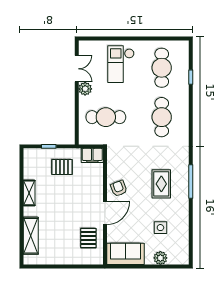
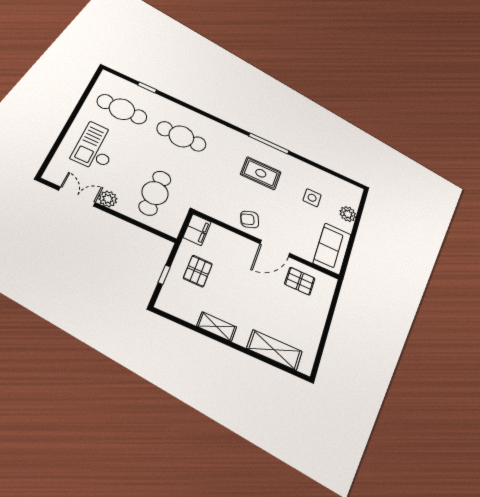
checkout: (121, 64) -> (96, 147), turned 90
door: (105, 213) -> (275, 248), swing flipped

